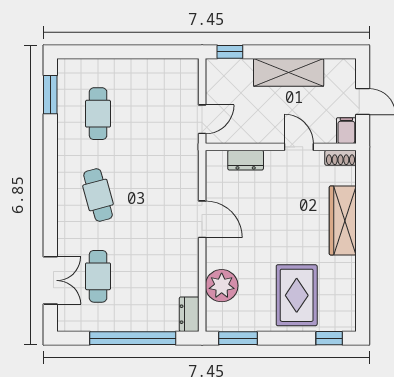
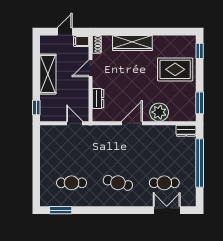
cafe table: (98, 195) -> (118, 183), turned 30
plant: (222, 286) -> (159, 112), moved

